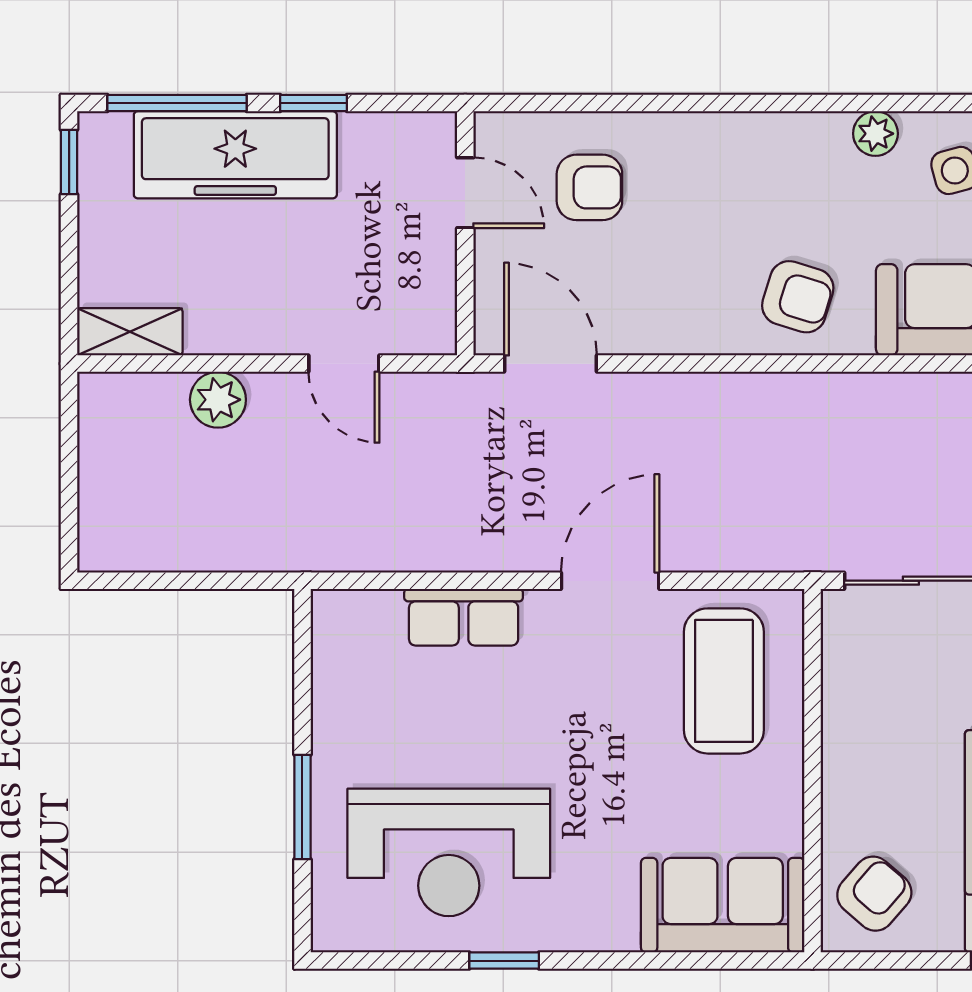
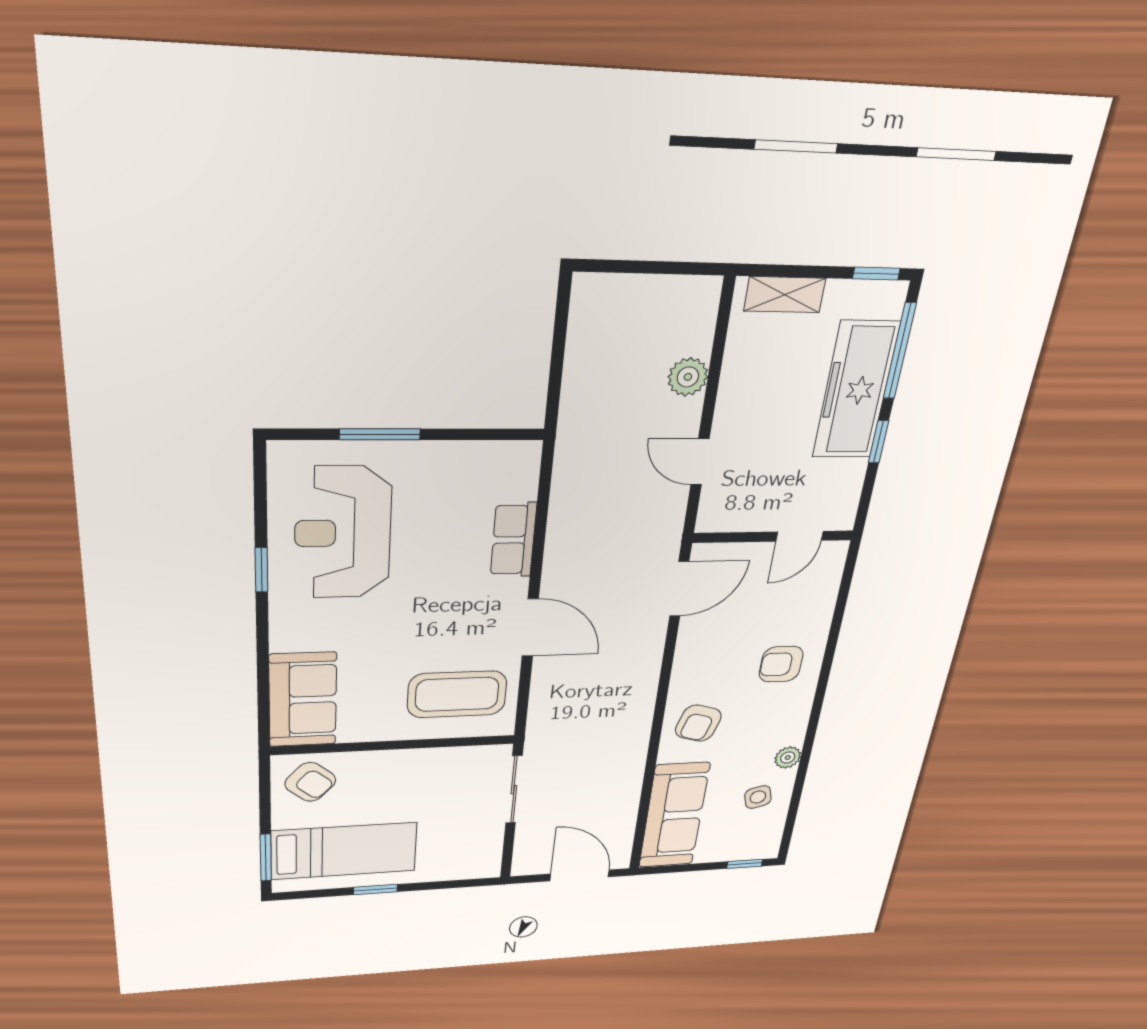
armchair: (589, 187) -> (781, 664), moved, turned 90
shelving: (130, 332) -> (785, 295), moved, turned 90
door: (344, 364) -> (700, 462), hinge flipped

